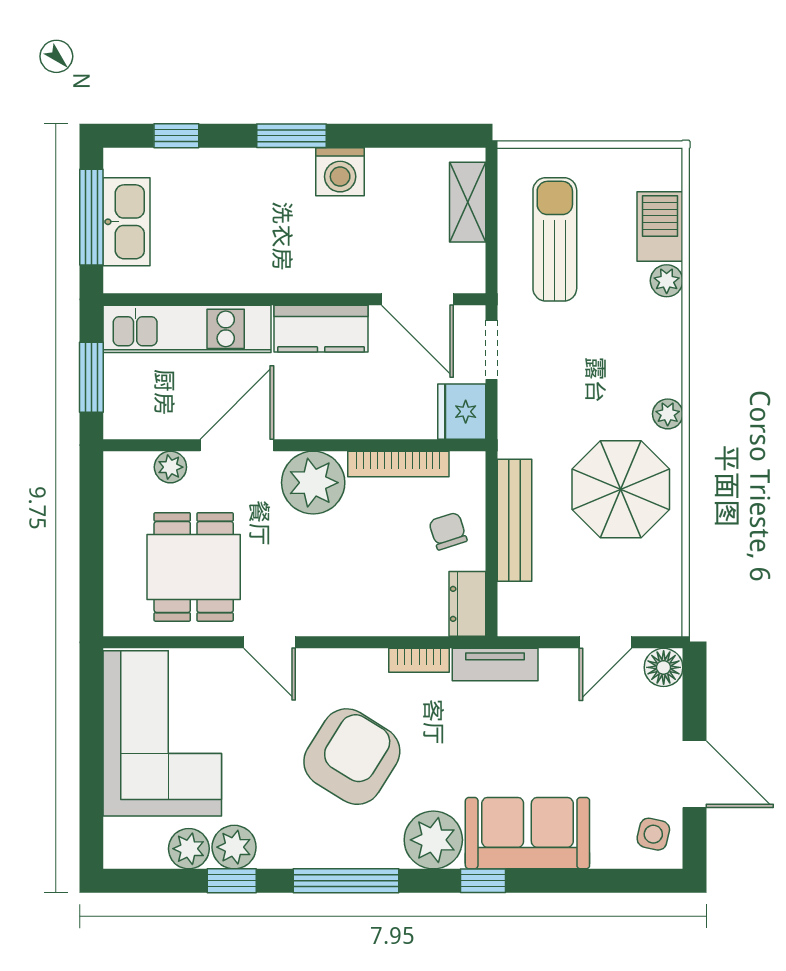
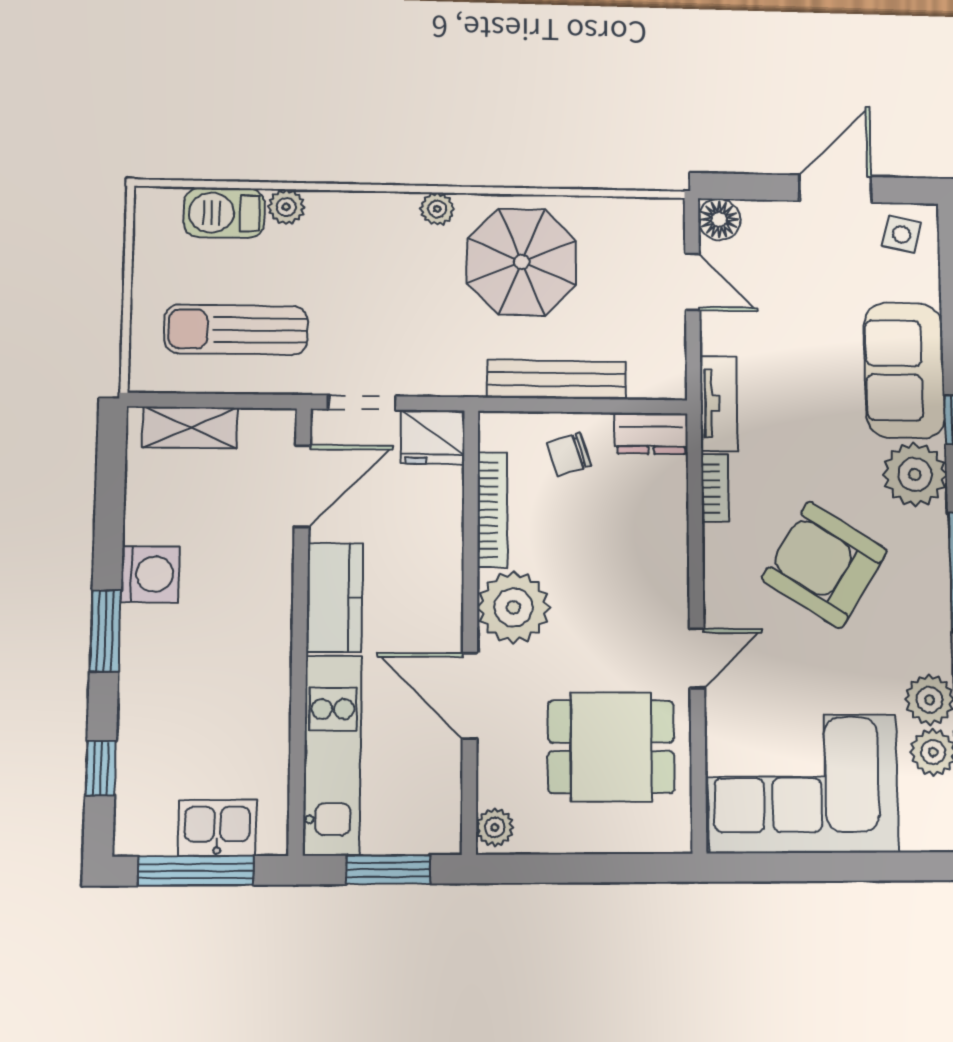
kitchen sink: (127, 222) -> (217, 828), width x0.73
plant: (170, 467) -> (495, 827), moved

